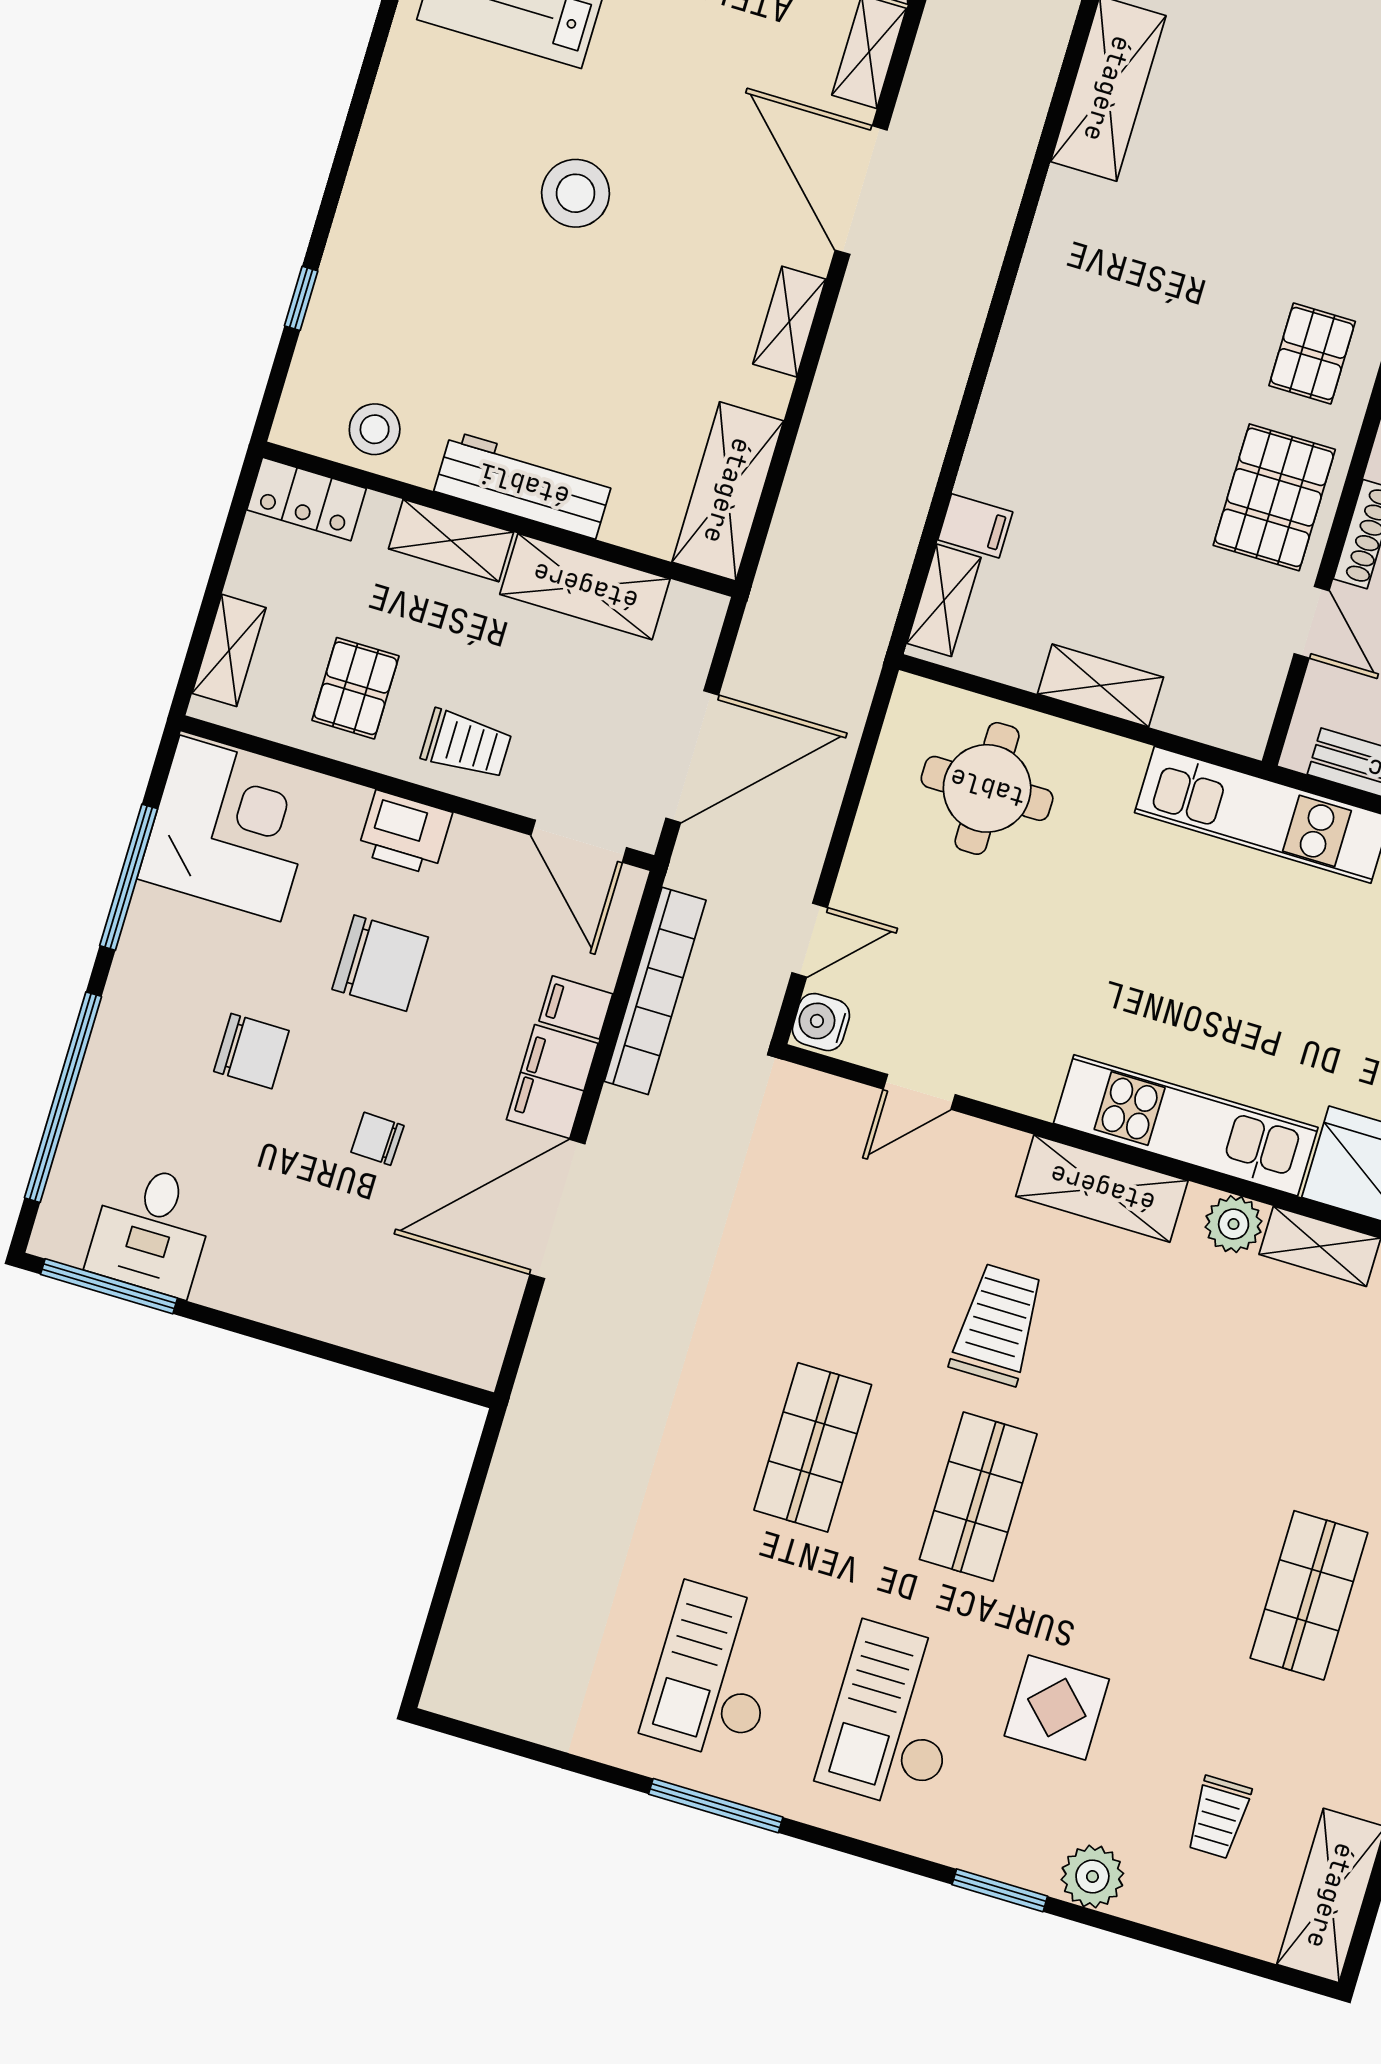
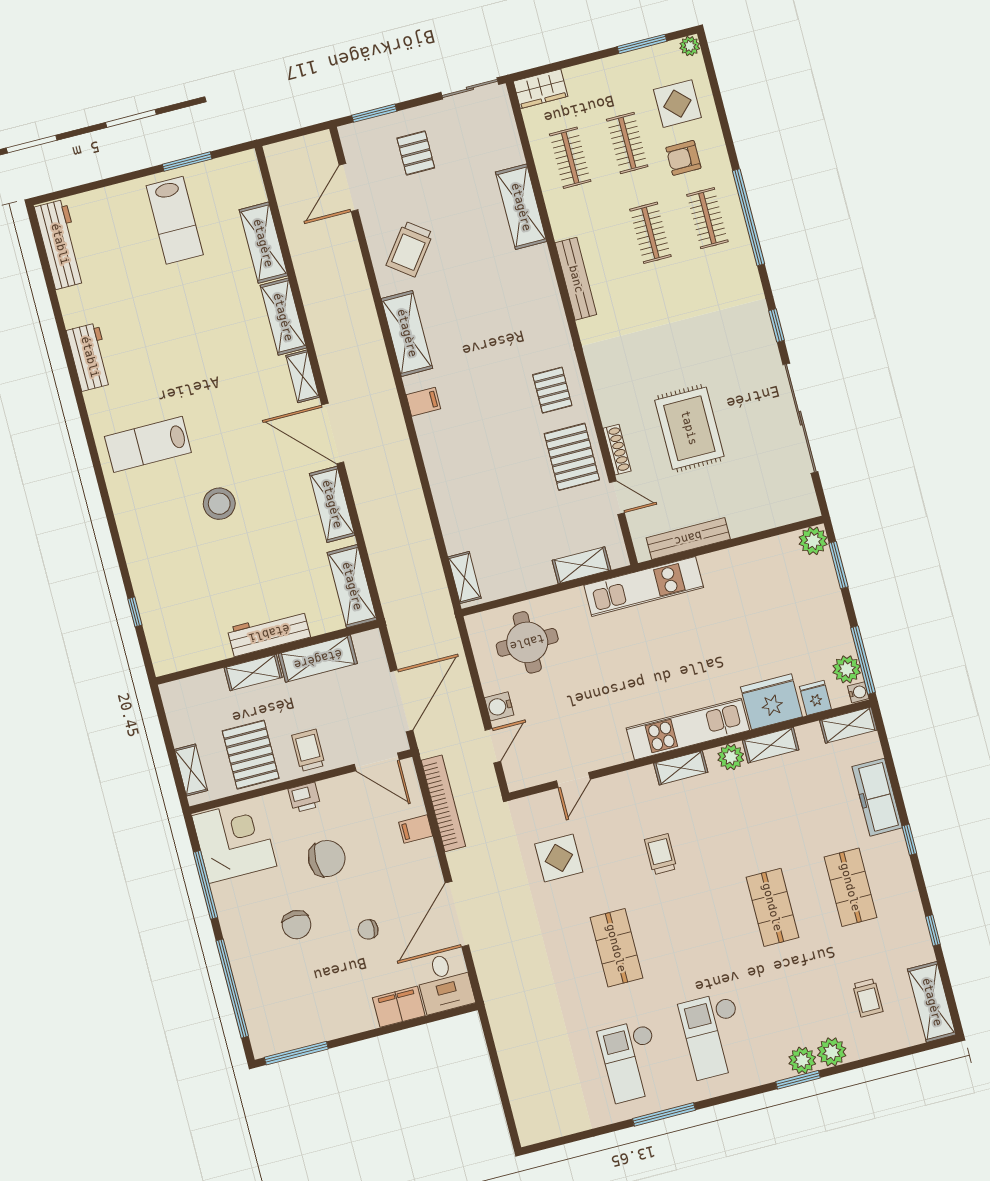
shelving: (789, 322) -> (332, 504), width x1.50, depth x1.33
stool: (375, 429) -> (196, 646), removed
locker: (307, 499) -> (185, 691), removed
filing cabinet: (975, 526) -> (423, 402), moved
shelving: (1100, 686) -> (581, 565), moved
pallet: (356, 688) -> (251, 755), width x1.50, depth x1.42
trolley: (466, 744) -> (308, 750), turned -90
printer: (405, 833) -> (304, 798), width x0.73, depth x0.81
water cooler: (821, 1022) -> (499, 706), moved
chair: (251, 1051) -> (297, 925), turned 90
filing cabinet: (552, 1082) -> (399, 1007), moved, turned 90
shelving: (1102, 1189) -> (681, 768), width x0.67, depth x0.75
desk: (151, 1230) -> (445, 983), moved
trolley: (998, 1325) -> (661, 854), width x0.73, depth x0.72
shop shelf: (978, 1497) -> (772, 907), moved
display table: (1057, 1708) -> (559, 858), moved
plant: (1029, 1860) -> (802, 1060), added

